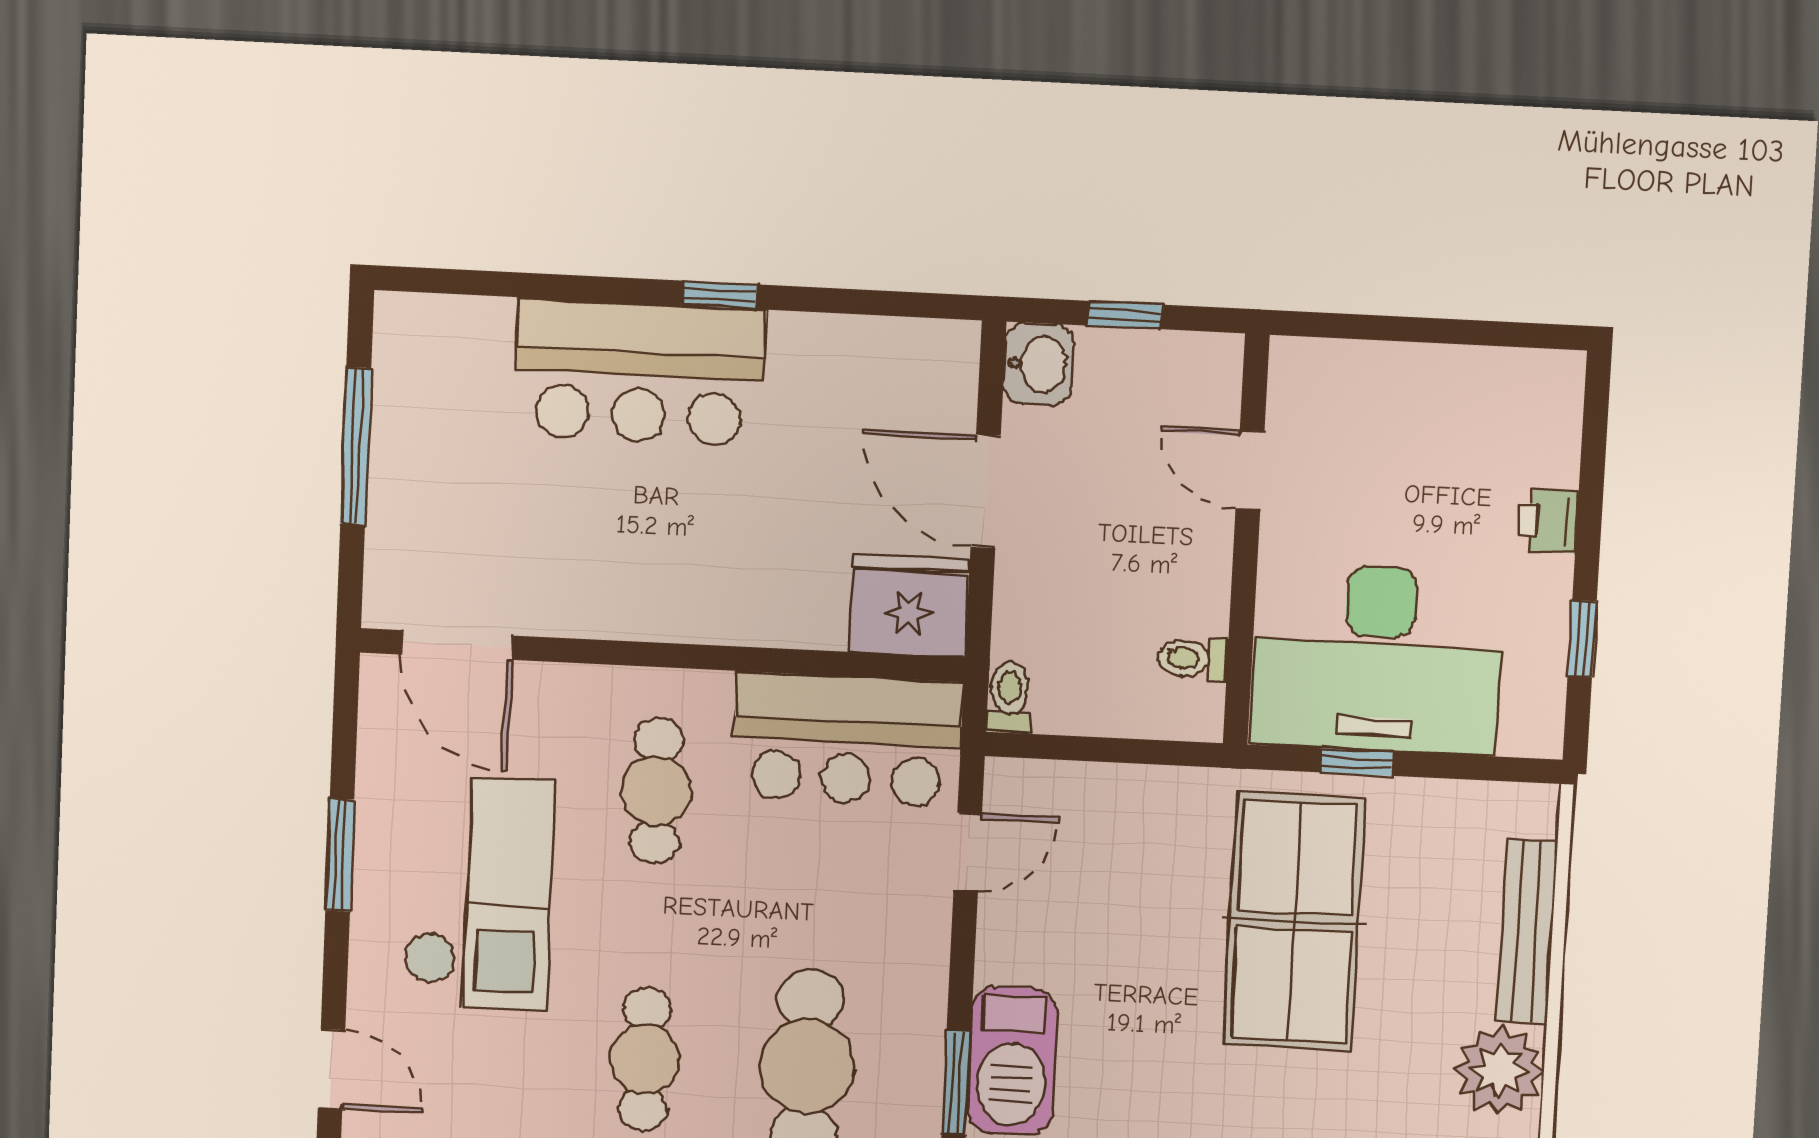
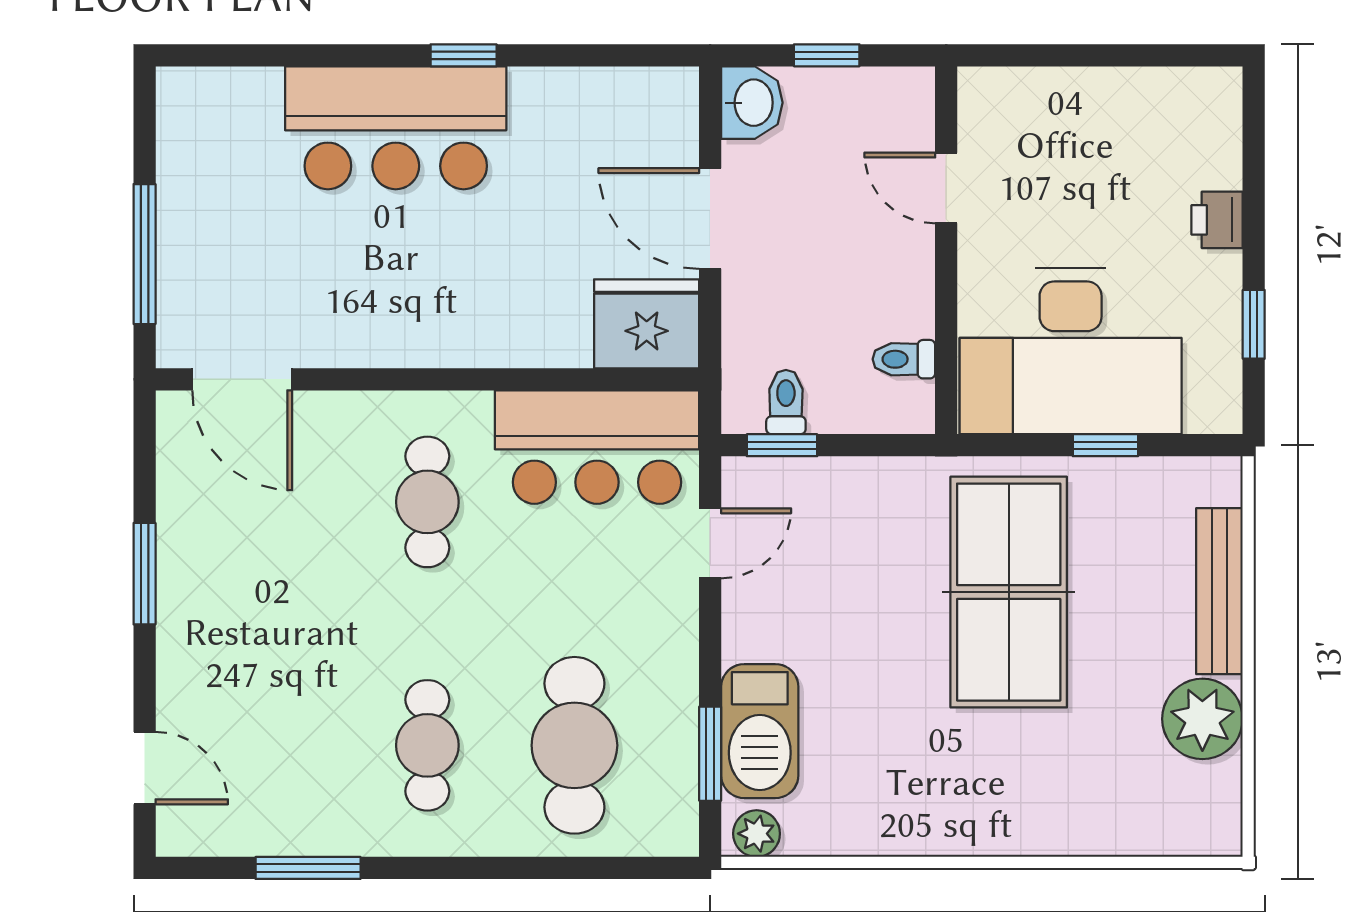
window: (356, 446) -> (145, 254), moved
toilet: (1010, 697) -> (786, 402), moved
window: (1053, 747) -> (782, 445), added
window: (1357, 762) -> (1105, 445), moved
checkout: (478, 893) -> (271, 602), removed

